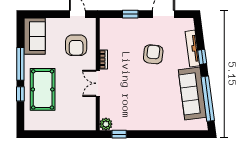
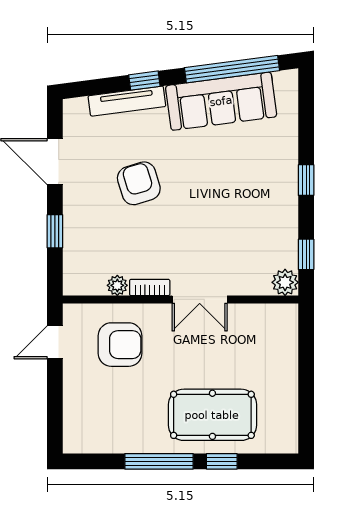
sofa: (35, 36) -> (101, 432), removed
plant: (104, 44) -> (117, 285), added
armchair: (153, 54) -> (139, 183), turned 67
window: (155, 134) -> (306, 180), added

